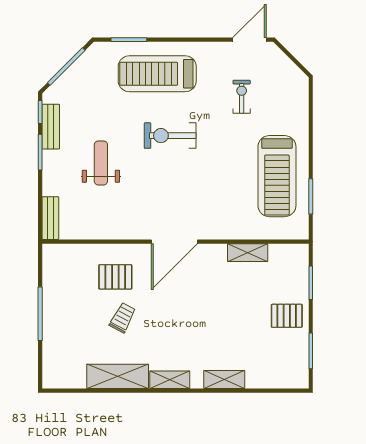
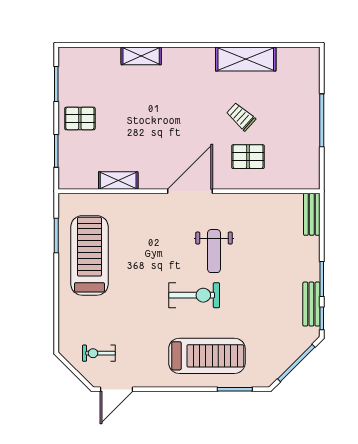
exercise bike: (242, 97) -> (99, 353), moved, turned 90
weight bench: (101, 163) -> (214, 251), moved
trolley: (123, 318) -> (241, 117), turned 104
shelving: (170, 380) -> (195, 56), removed

